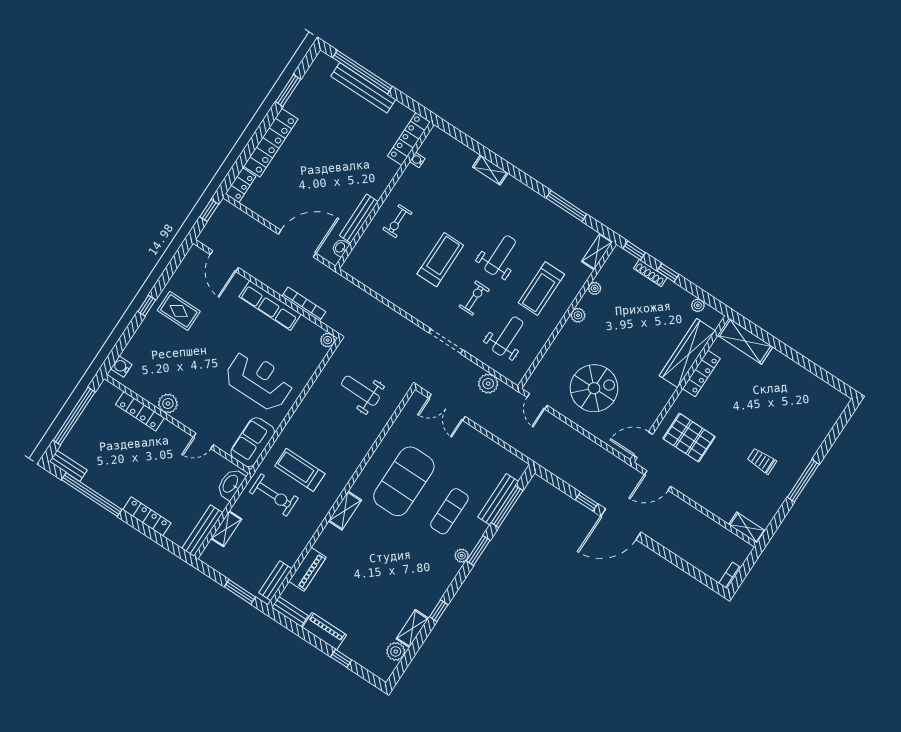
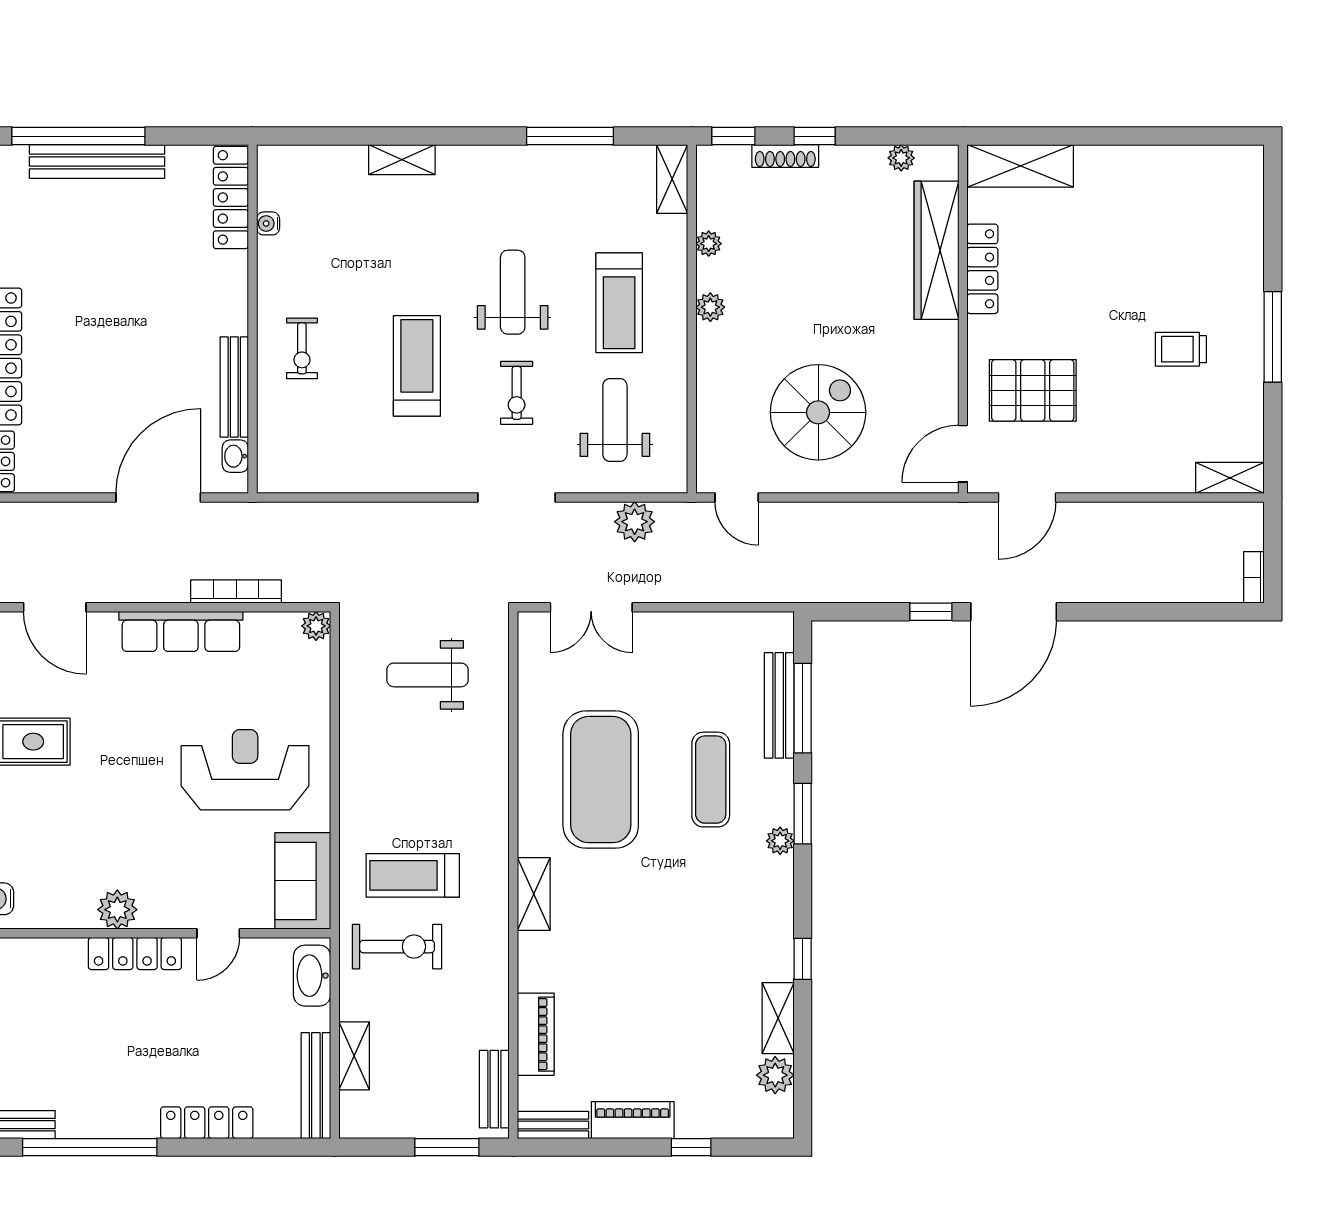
exercise bike: (474, 298) -> (517, 393), turned 180
locker: (140, 411) -> (135, 954), moved

